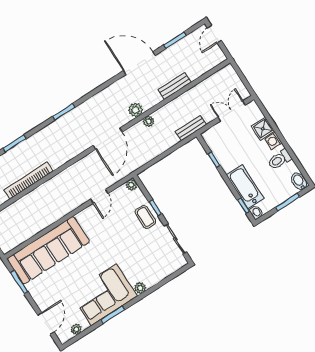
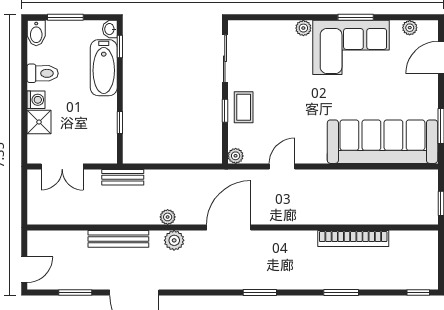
bench: (174, 86) -> (118, 239), width x1.36

